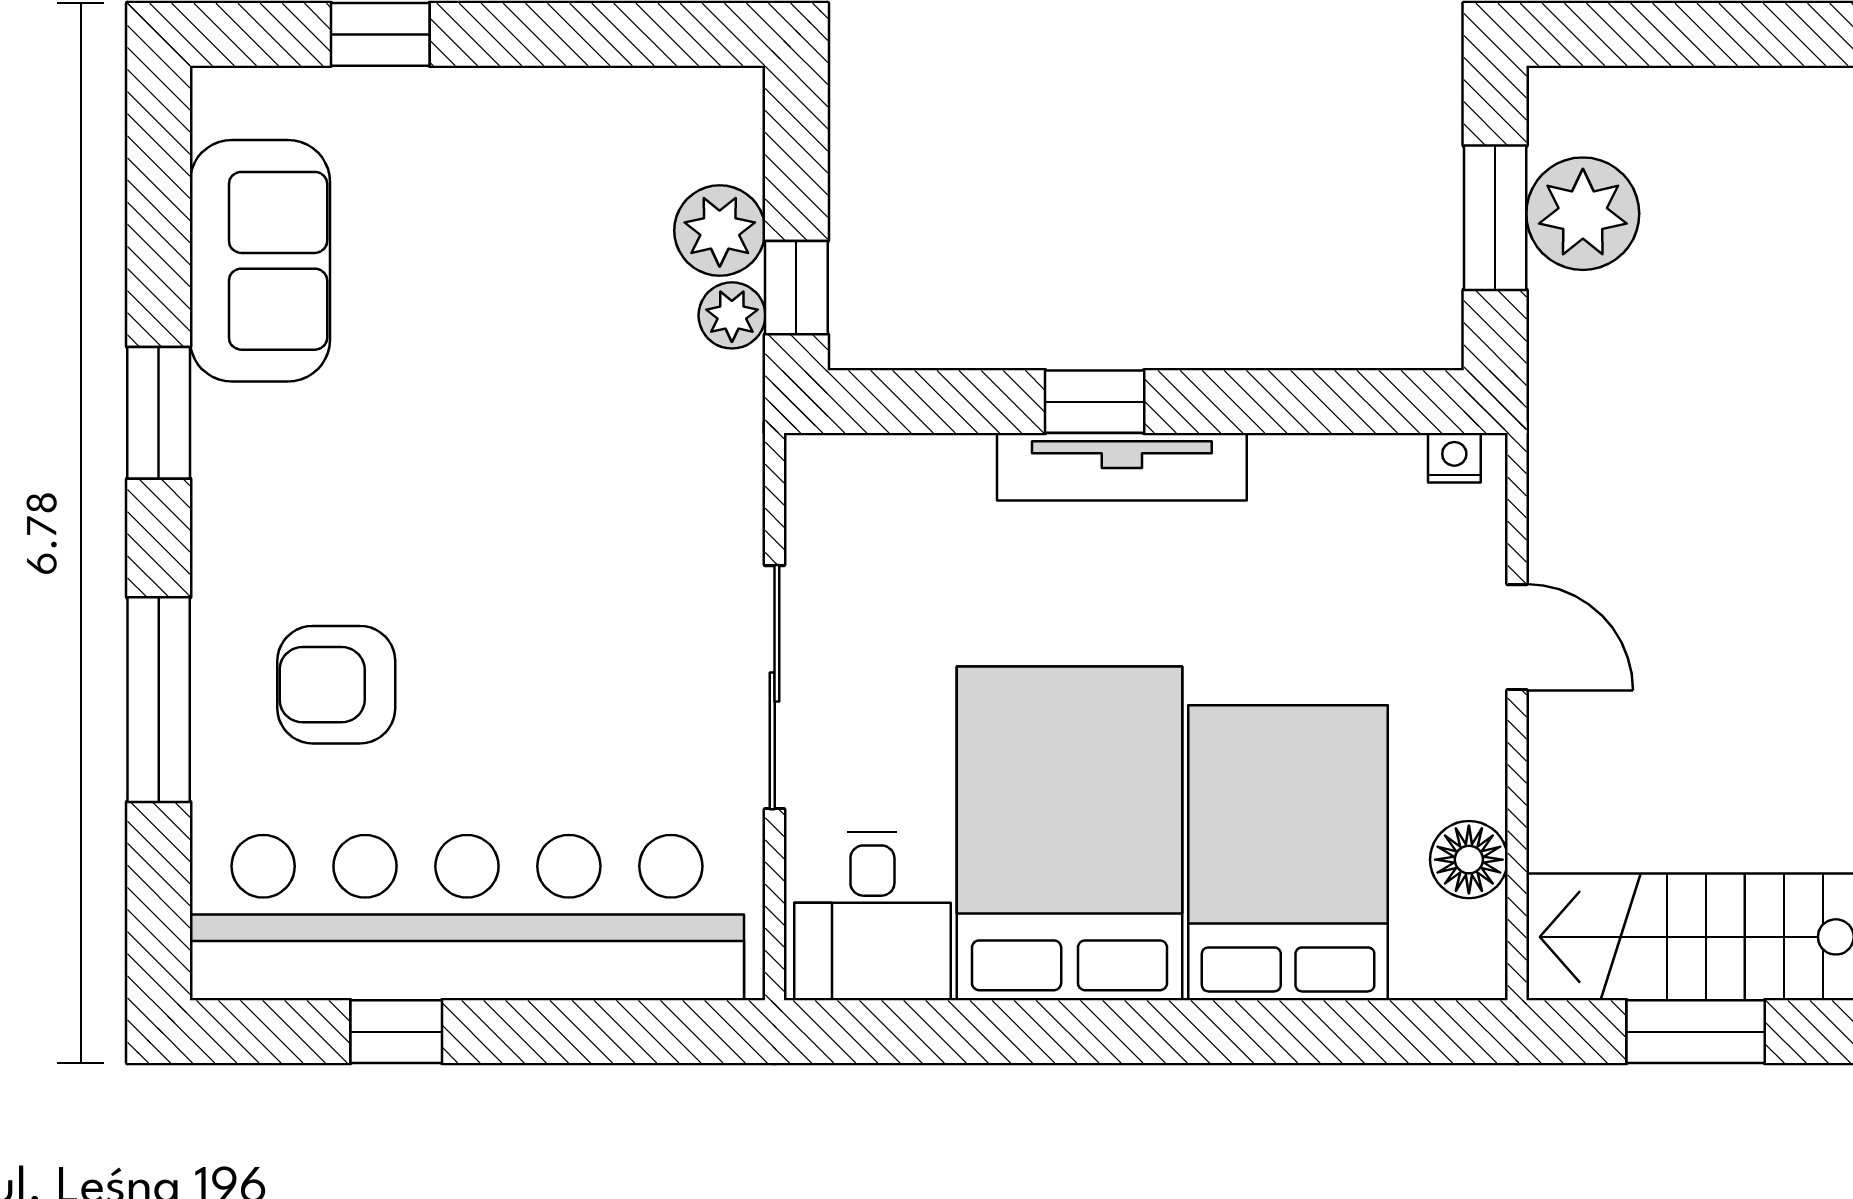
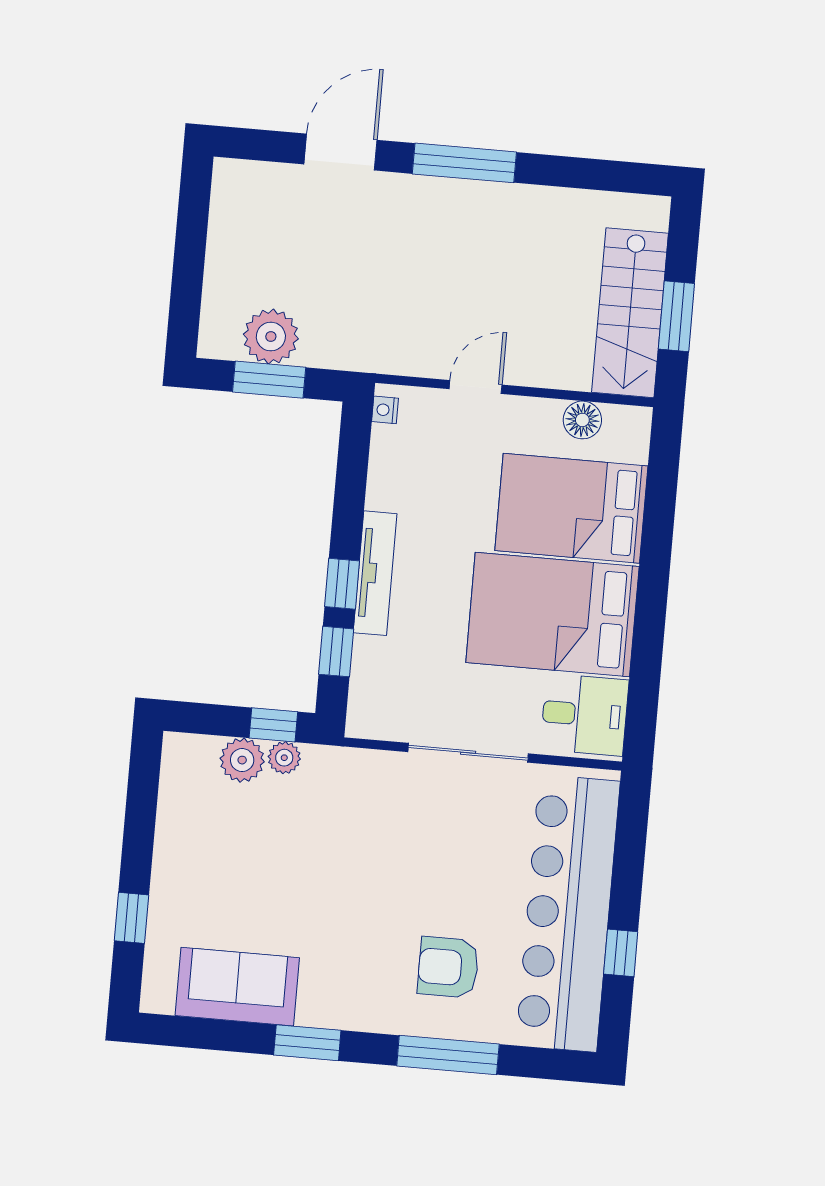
window: (956, 402) -> (336, 652), added
armchair: (336, 685) -> (448, 967), turned 90

